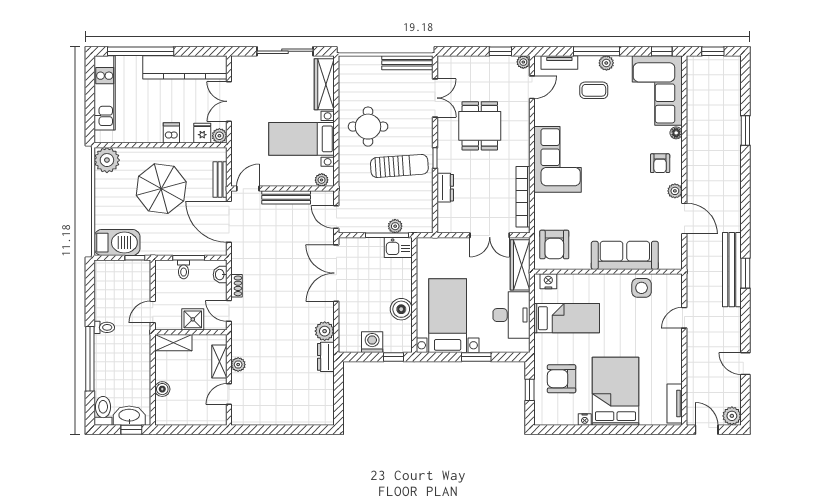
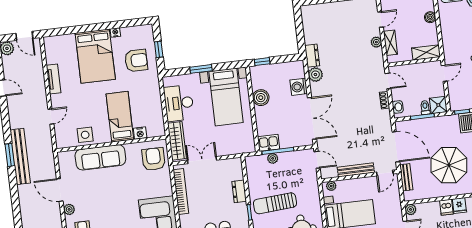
fridge: (202, 133) -> (459, 206), moved
nightstand: (548, 281) -> (140, 133), moved
bed: (567, 318) -> (120, 117), moved, turned 90
shower: (193, 319) -> (438, 105), moved
washing machine: (372, 342) -> (299, 87), moved, turned 90
tv unit: (675, 403) -> (54, 79), moved

